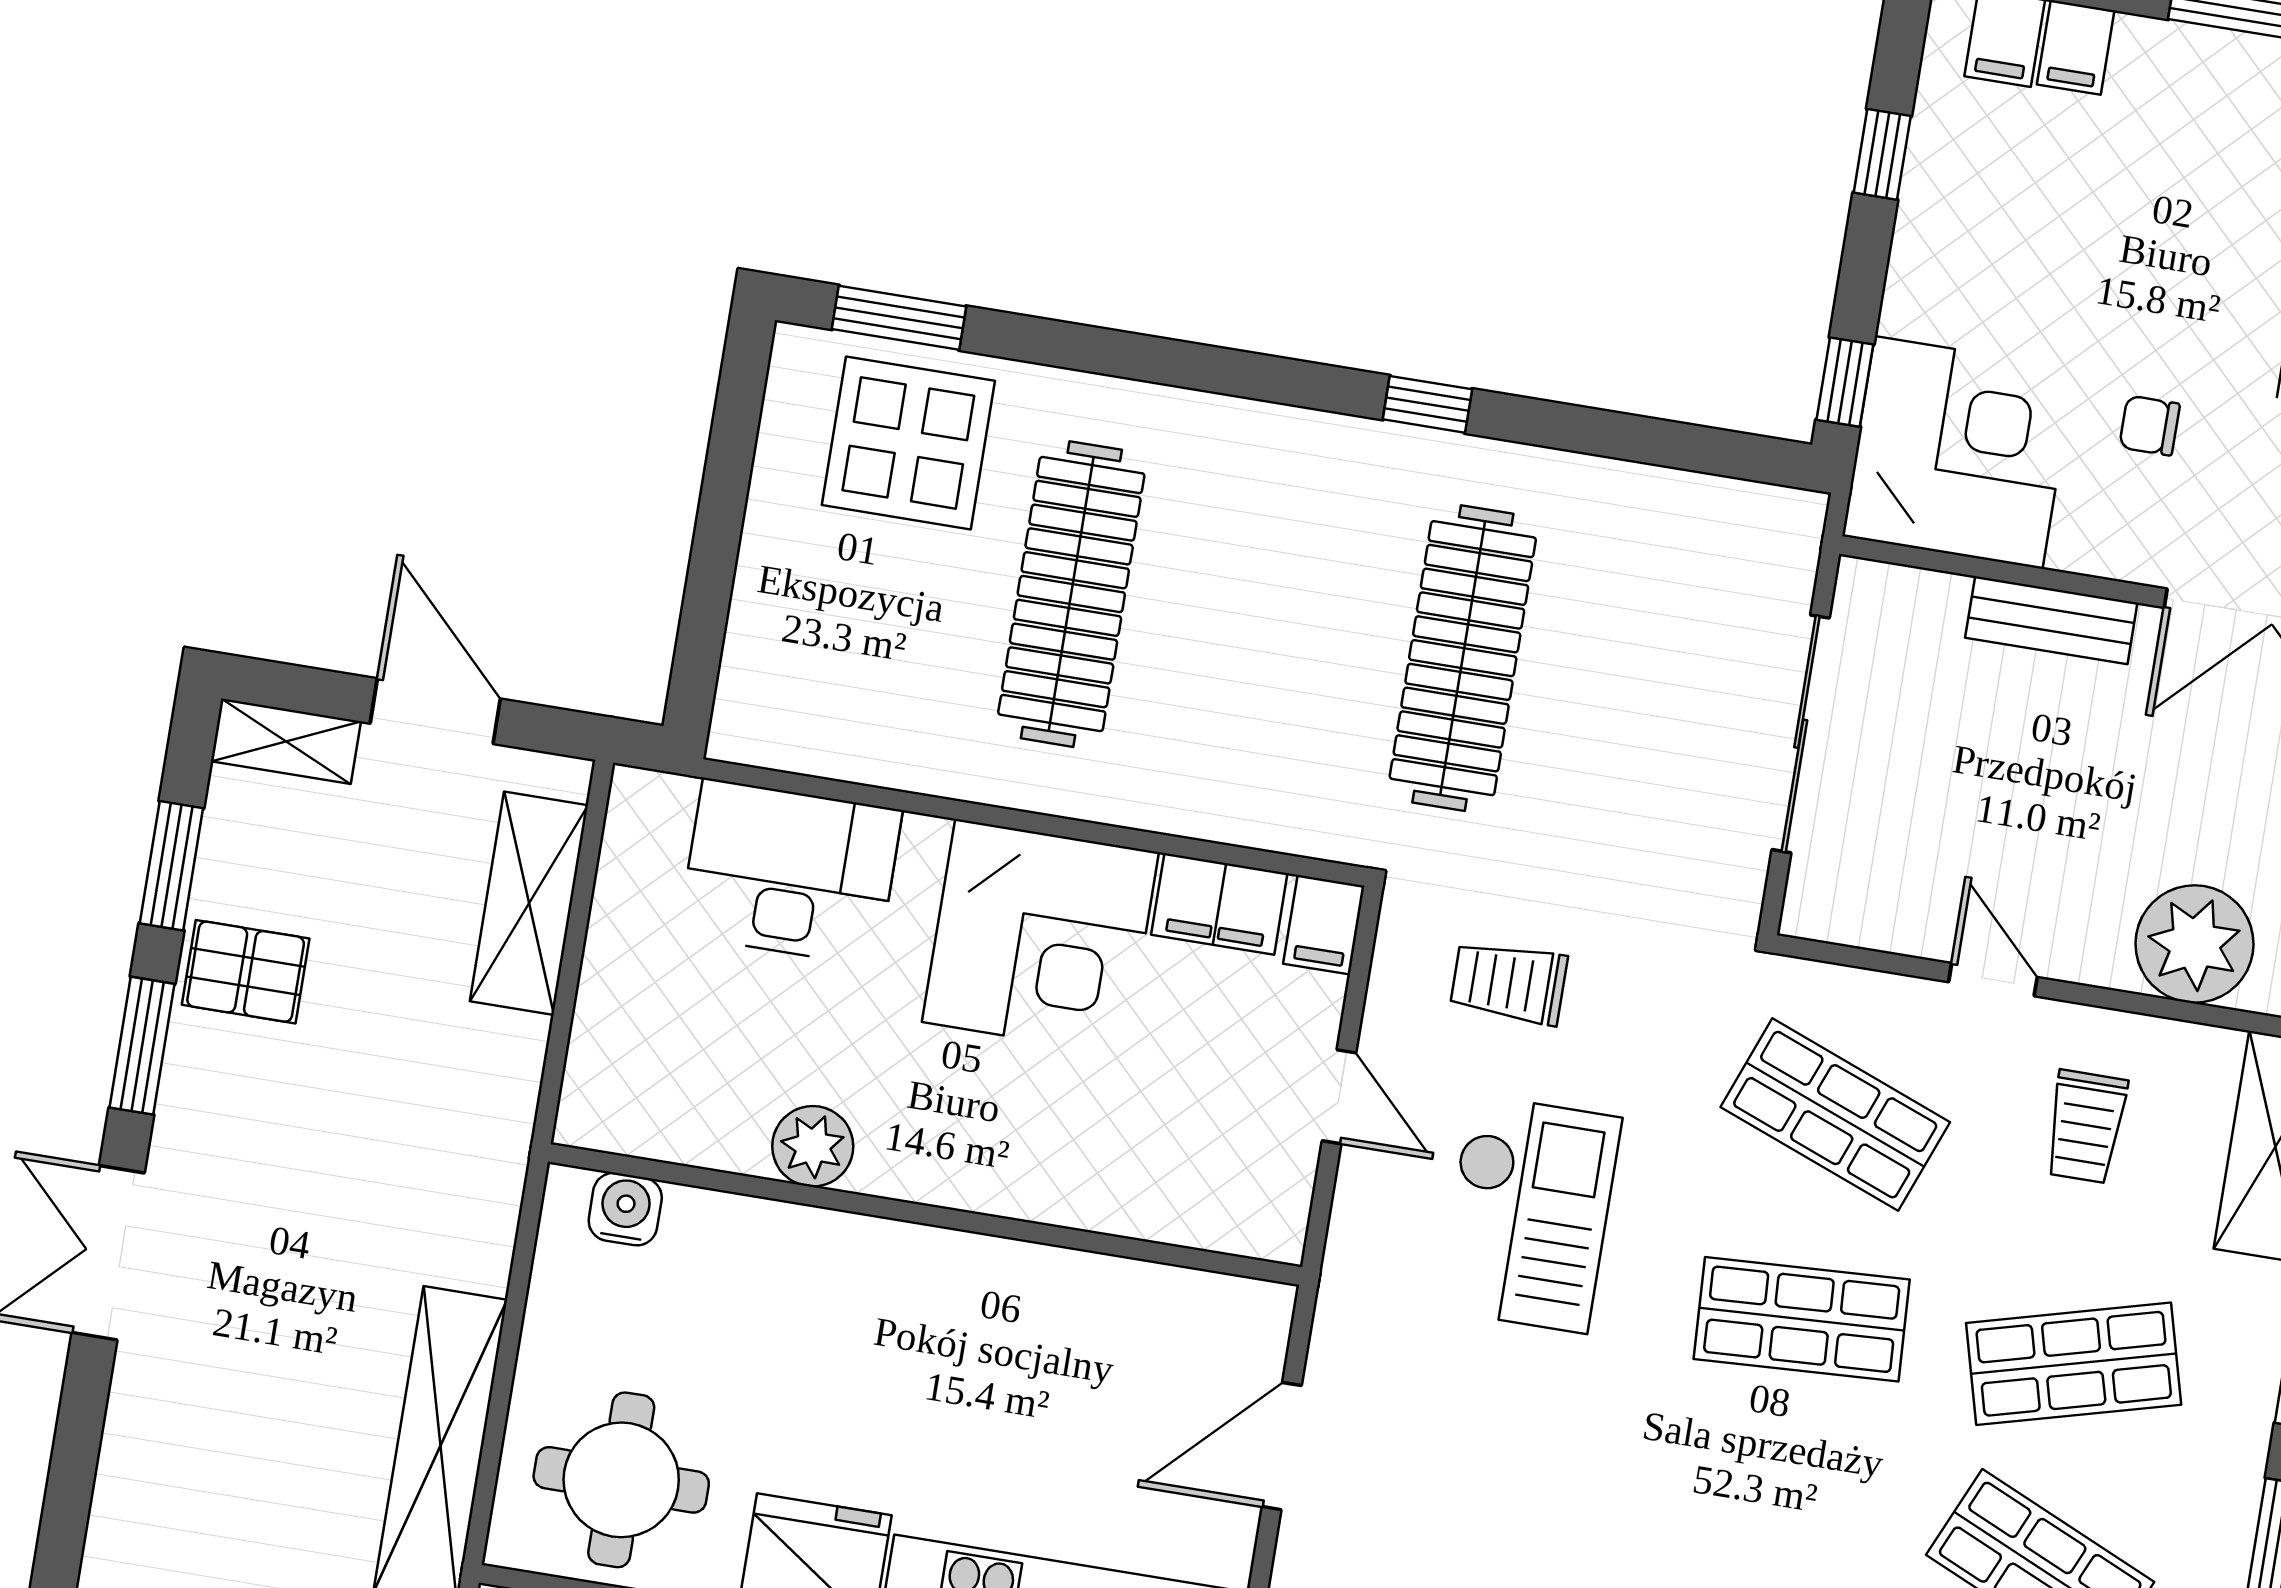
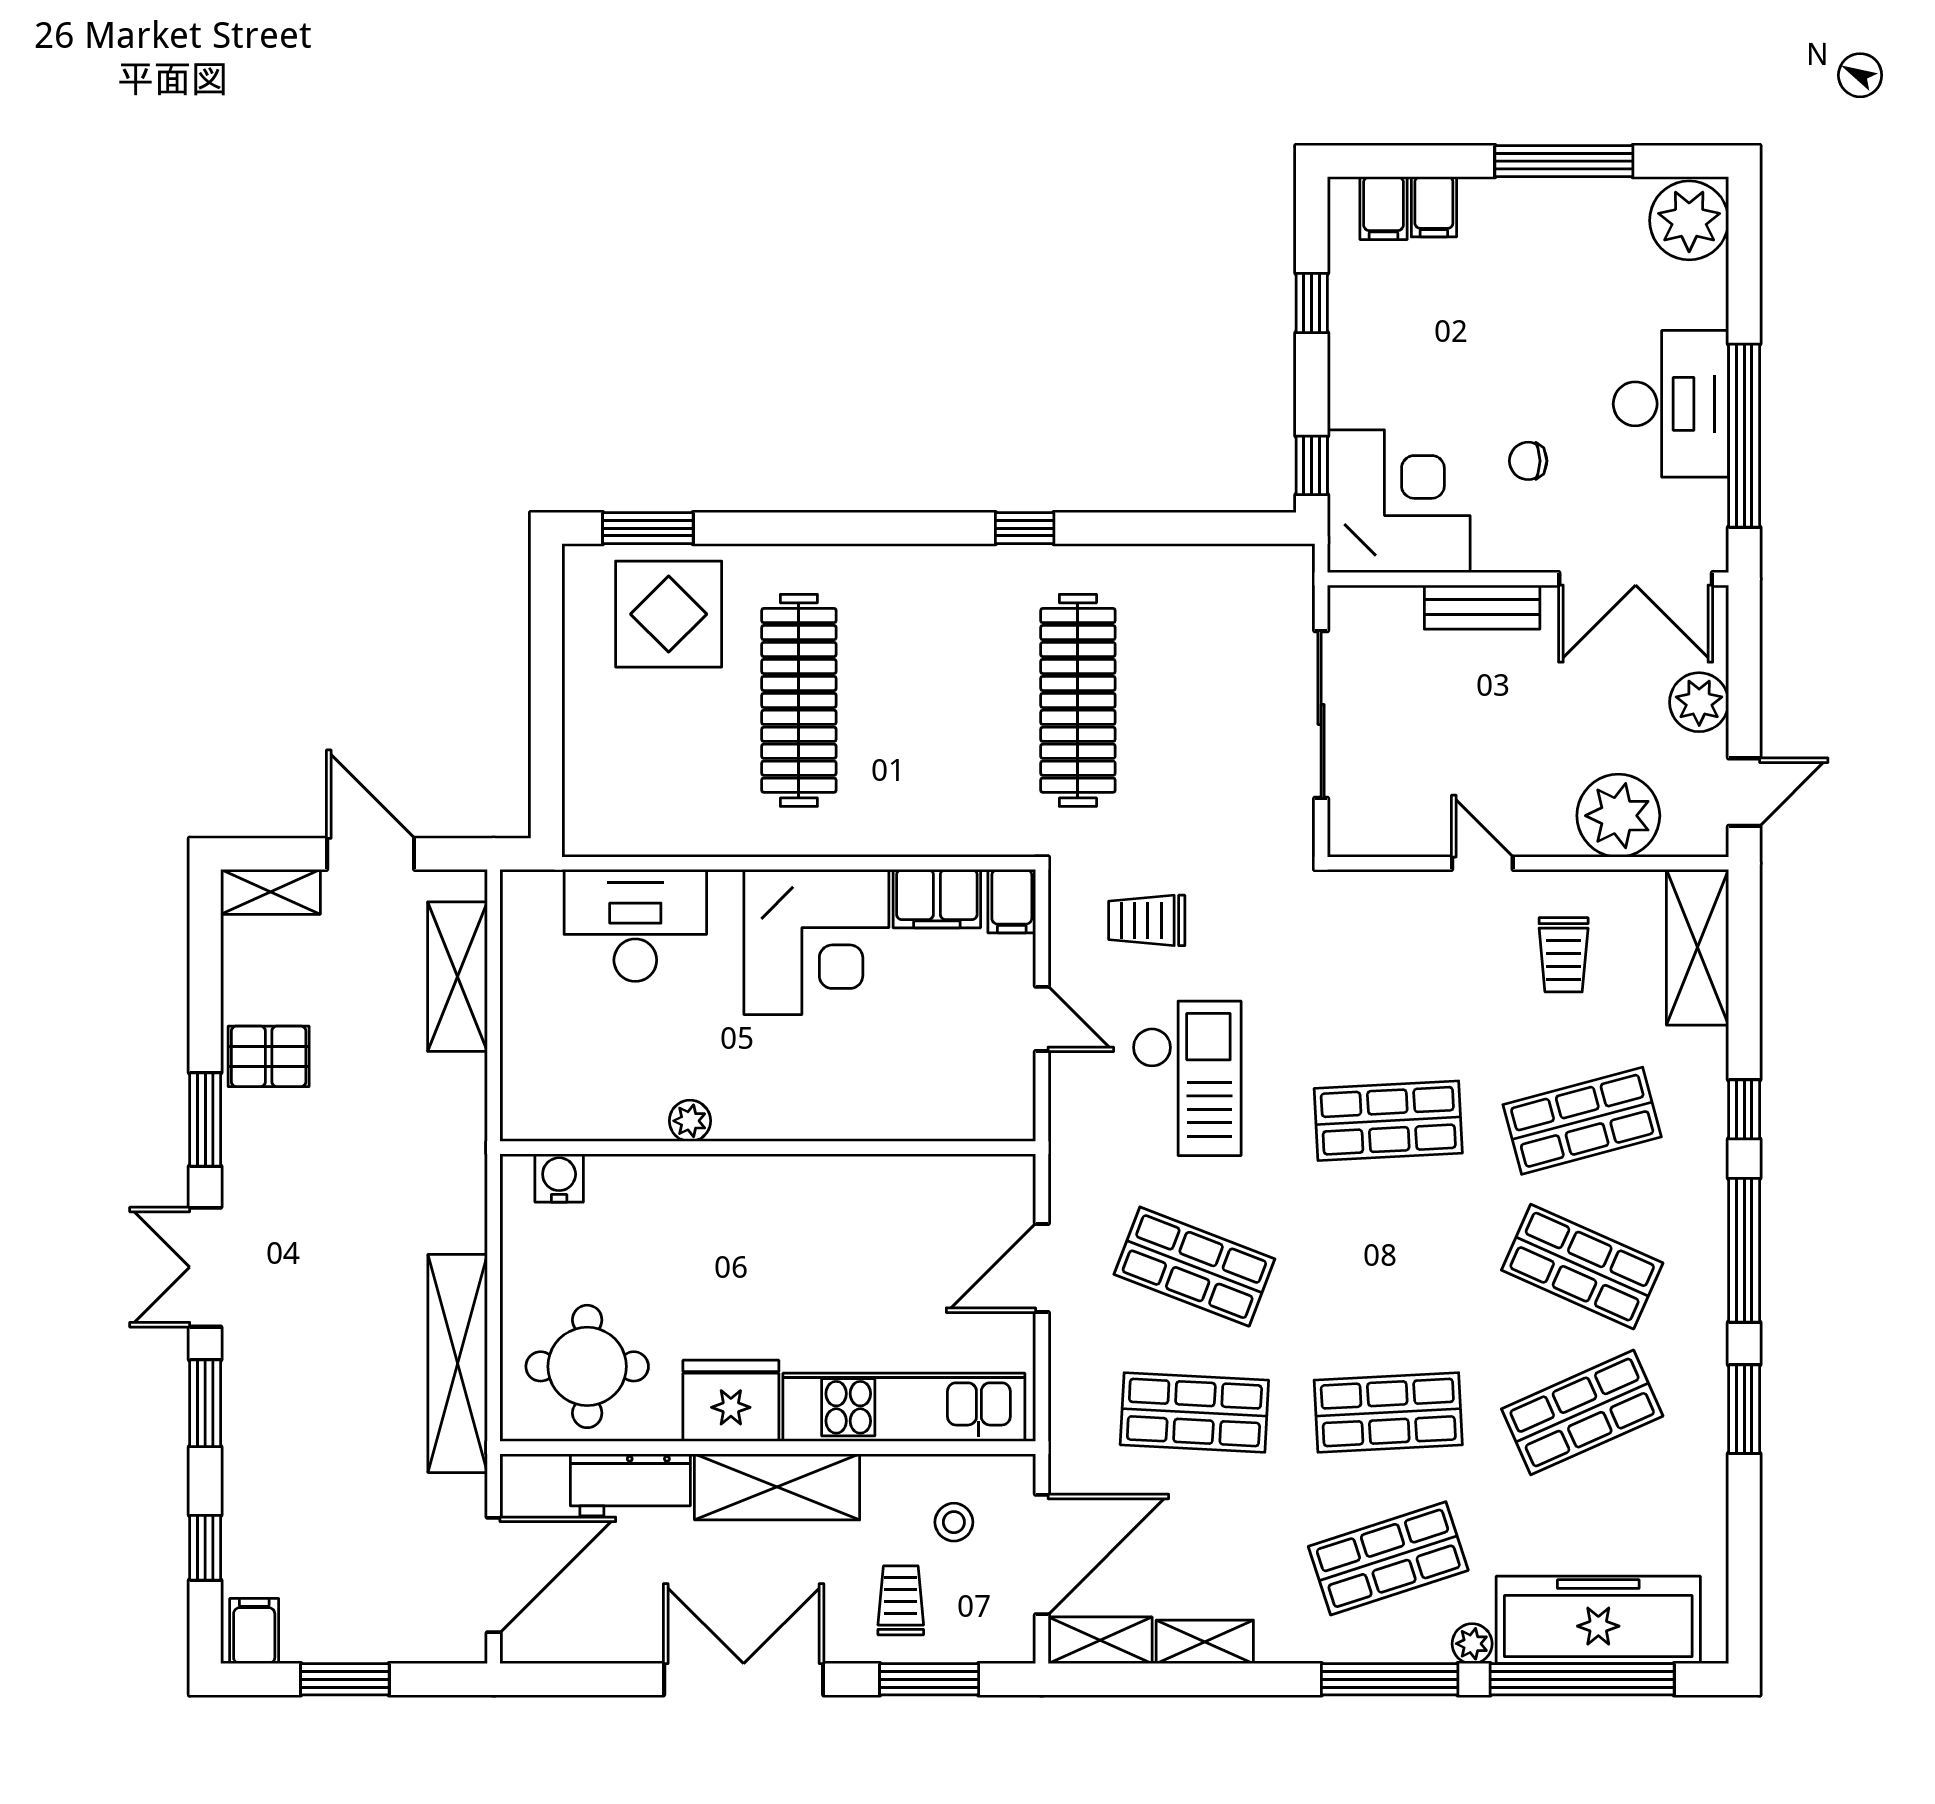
window: (171, 866) -> (205, 1403), moved
shop shelf: (1835, 1115) -> (1194, 1267), moved
plant: (813, 1146) -> (690, 1121), width x0.73, depth x0.73

